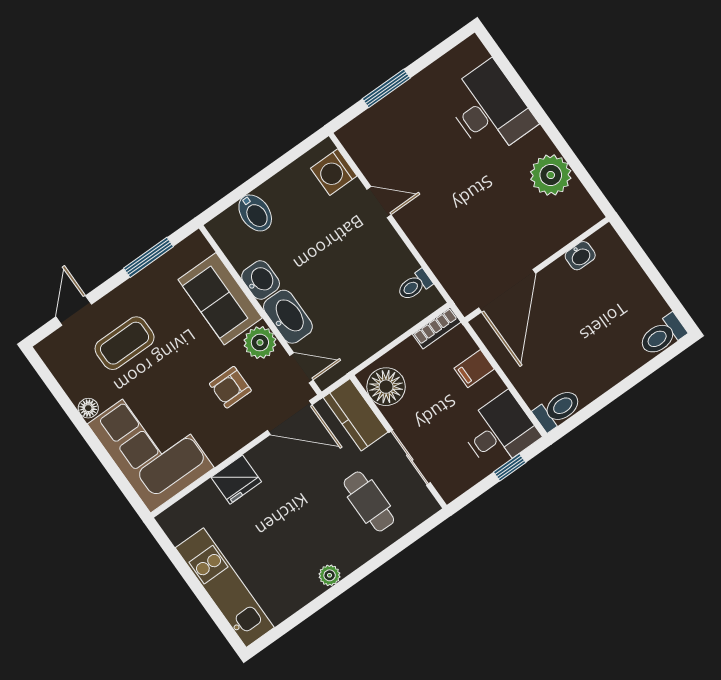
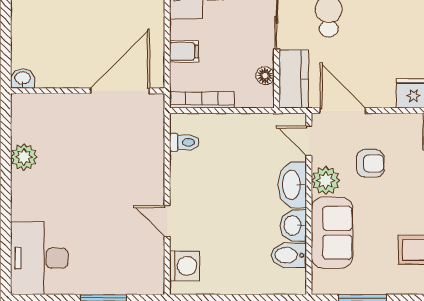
desk: (490, 109) -> (39, 258), moved
plant: (551, 175) -> (24, 157), width x0.73, depth x0.73
bidet: (255, 213) -> (289, 255), moved, turned -90
washbasin: (580, 256) -> (23, 79), moved
bookcase: (437, 328) -> (202, 100), width x1.56
floor lamp: (386, 387) -> (265, 76), width x0.53, depth x0.53

